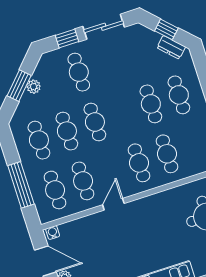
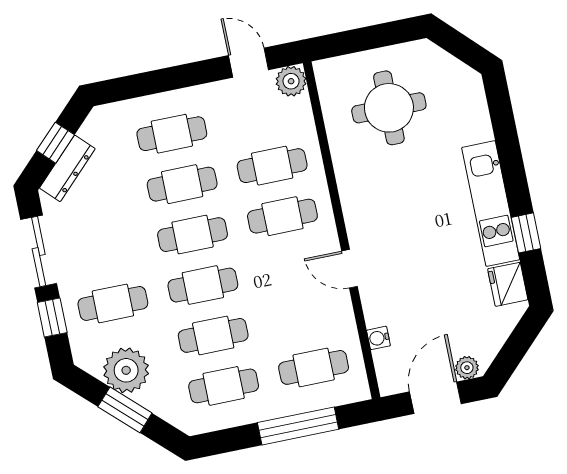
dresser: (171, 47) -> (67, 168), moved, width x1.44
plant: (34, 87) -> (126, 370), width x1.87, depth x1.87
cafe table: (83, 181) -> (193, 235), moved
water cooler: (53, 233) -> (378, 338), moved

